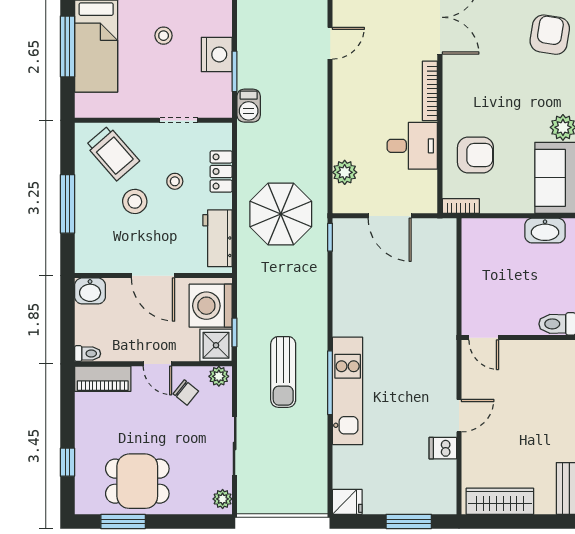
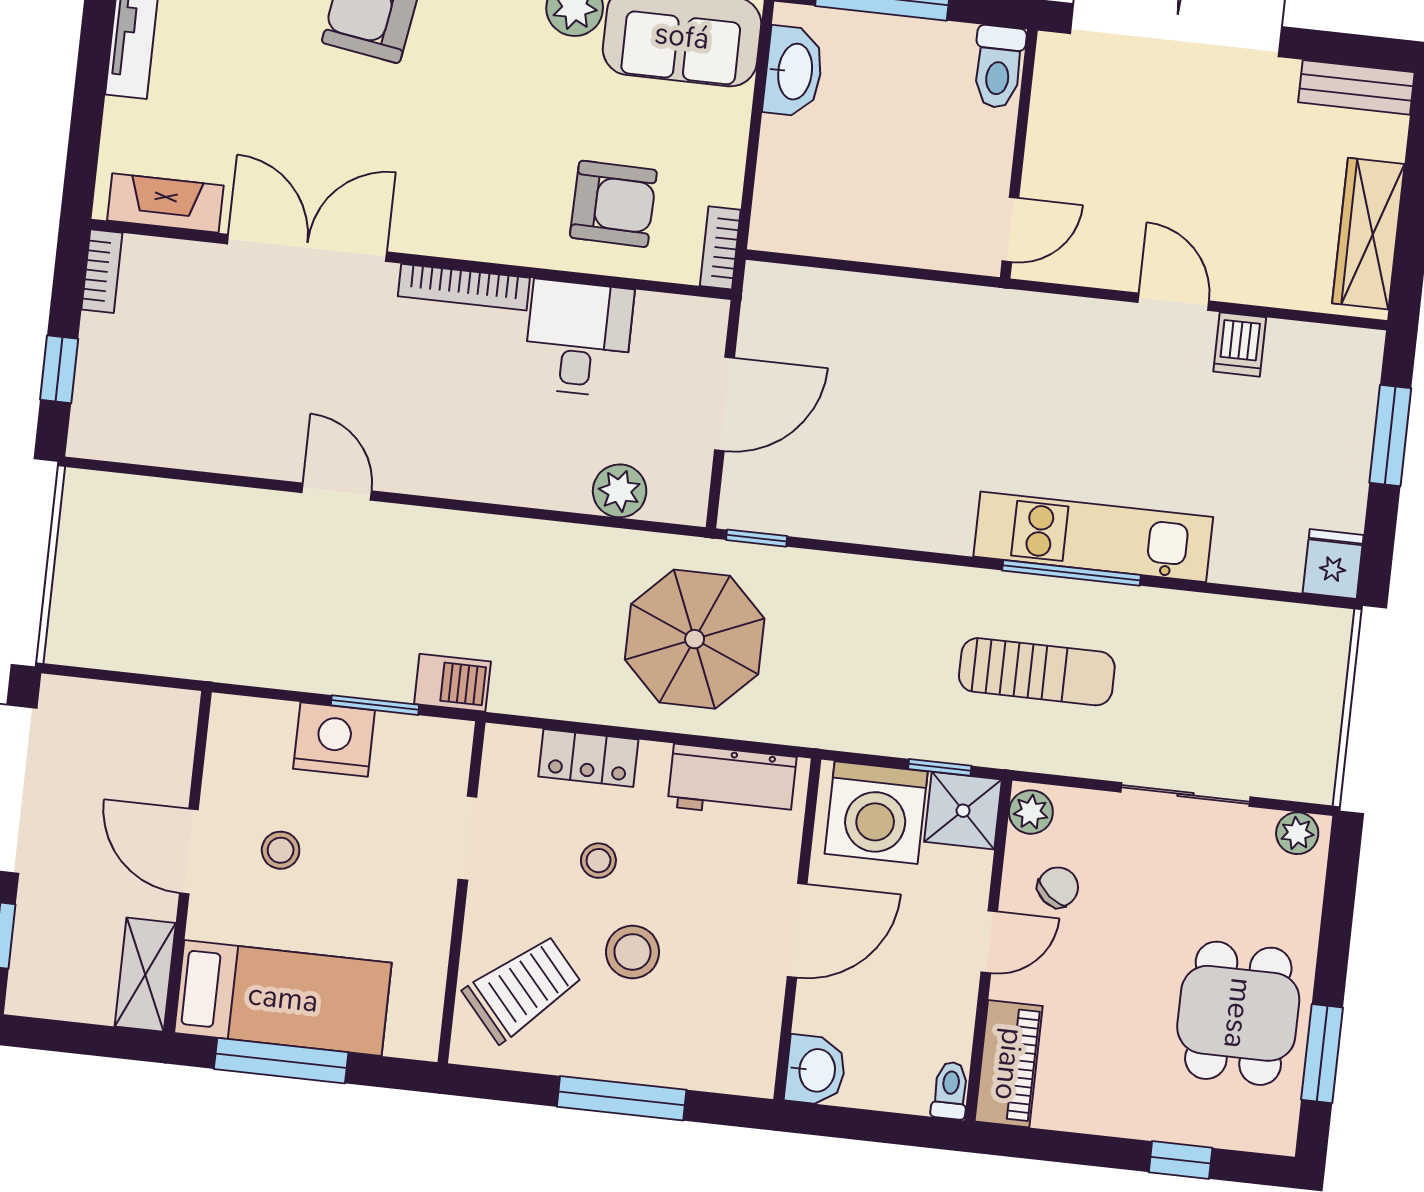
armchair: (475, 155) -> (613, 204), turned 91

